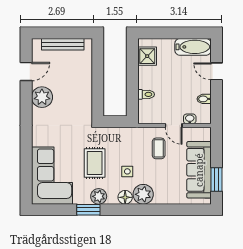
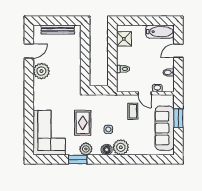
door: (216, 71) -> (178, 51), hinge flipped
window: (216, 179) -> (178, 118), moved

